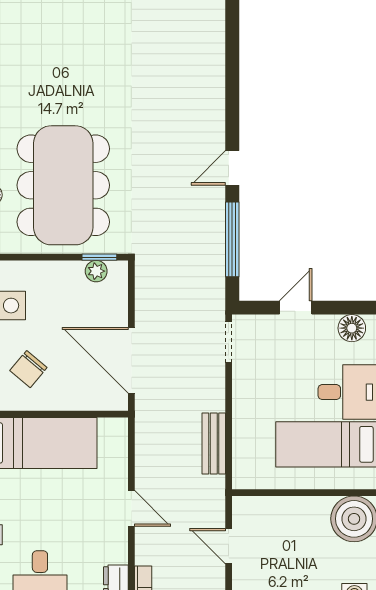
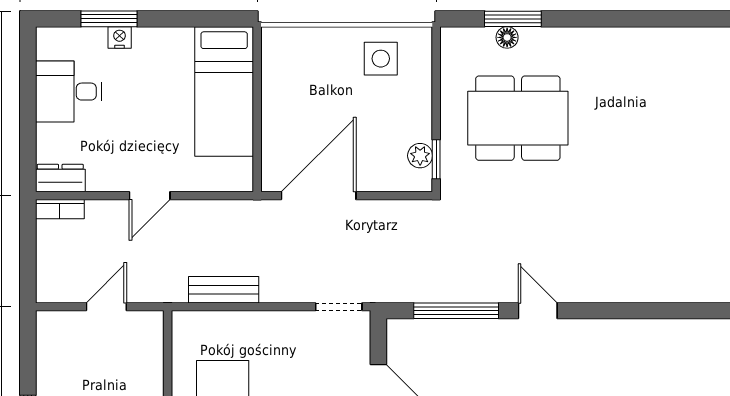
dining table: (63, 185) -> (518, 118), width x0.73, depth x0.80
chair: (28, 369) -> (308, 78), removed

